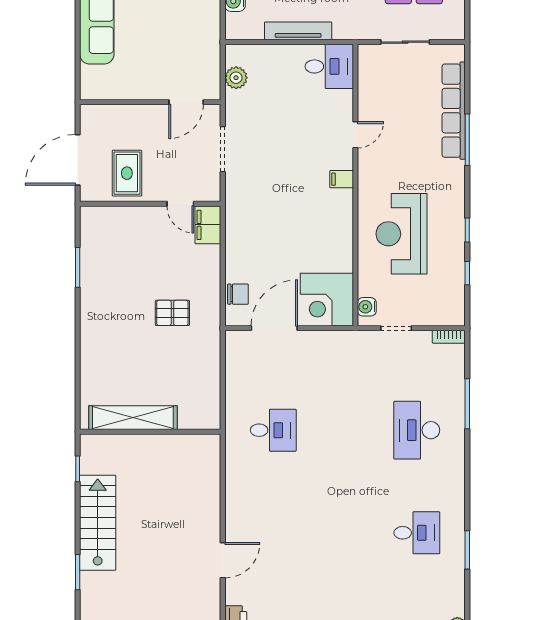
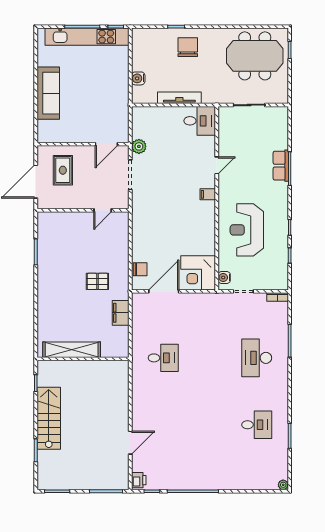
plant: (236, 78) -> (139, 146), moved
row of seats: (454, 111) -> (281, 166), width x0.50
rug: (127, 173) -> (63, 170), moved
door: (180, 204) -> (103, 210), hinge flipped
filing cabinet: (208, 225) -> (121, 313), moved

